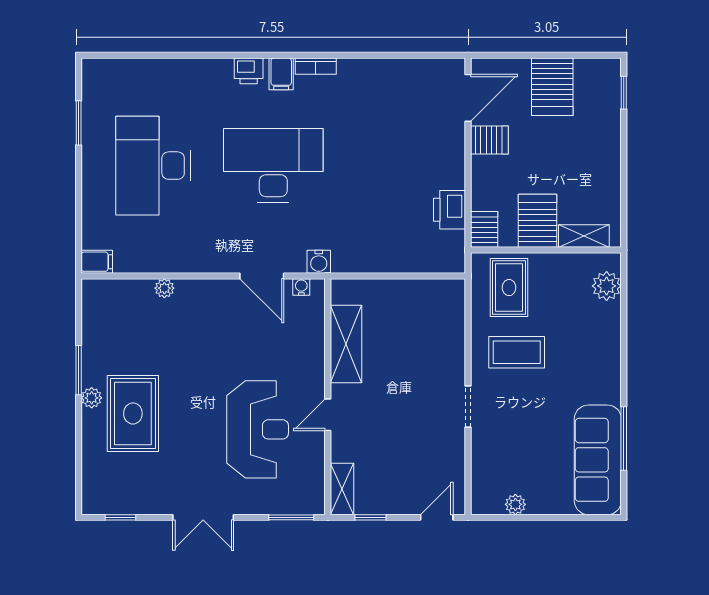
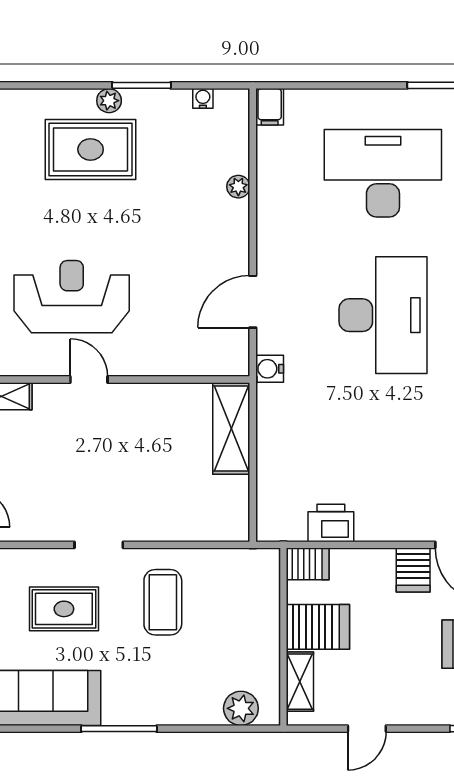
door: (624, 179) -> (367, 729), added
water cooler: (301, 287) -> (203, 98), moved, turned -90
rug: (509, 288) -> (64, 609), moved
shelving: (346, 344) -> (231, 428), moved, turned 90
reception desk: (258, 429) -> (72, 297), turned 180
window: (624, 439) -> (119, 729), moved

